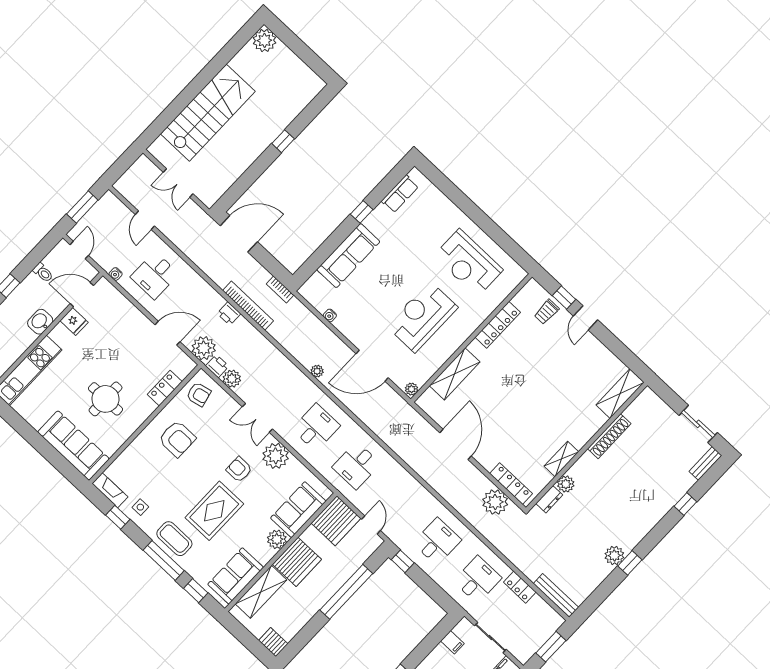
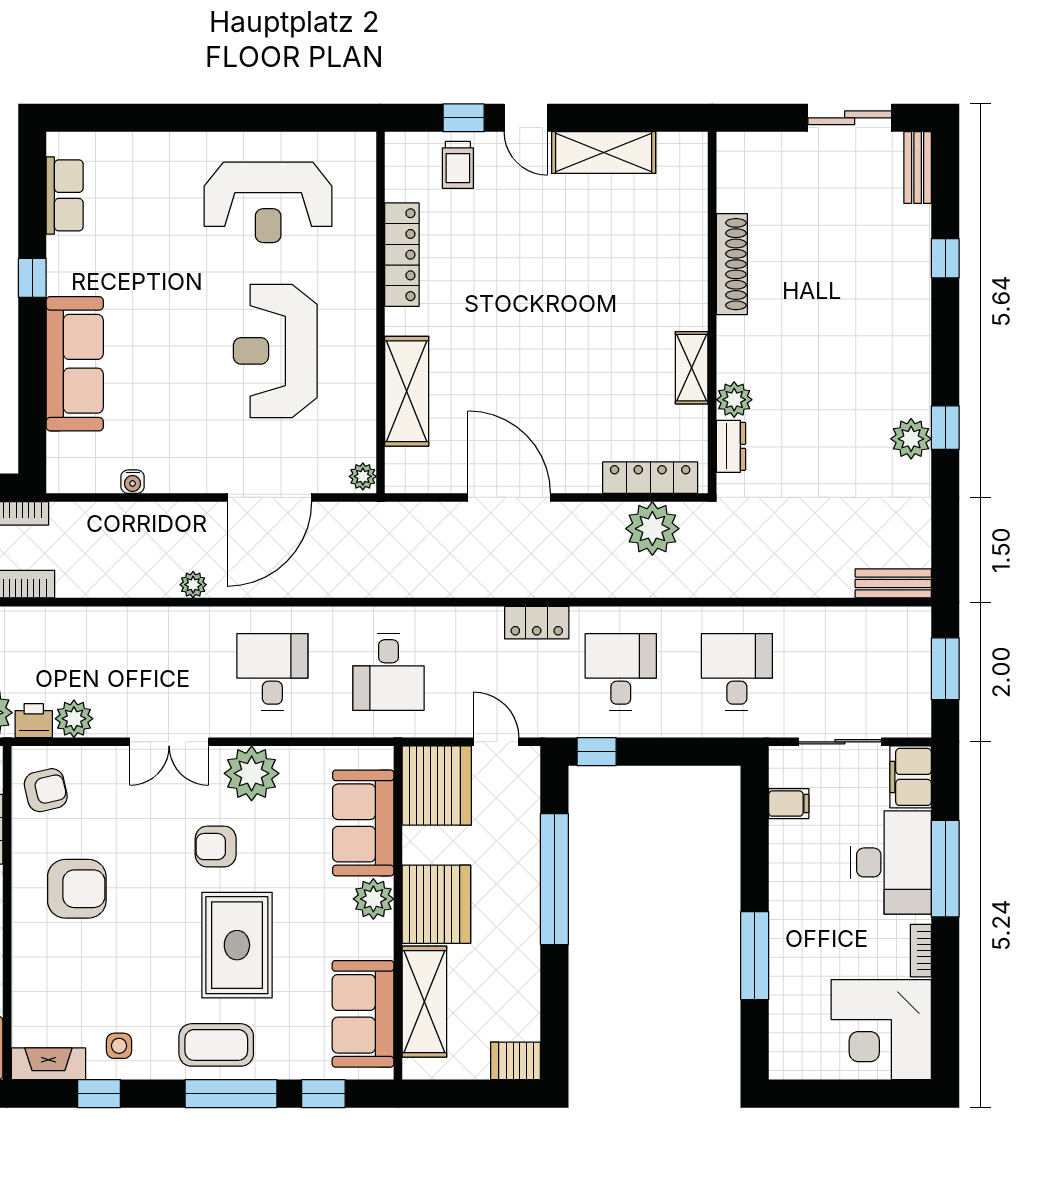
shelving: (620, 394) -> (604, 153), moved, turned 90
locker: (520, 587) -> (537, 623), moved
bench: (556, 595) -> (893, 583), width x0.73

